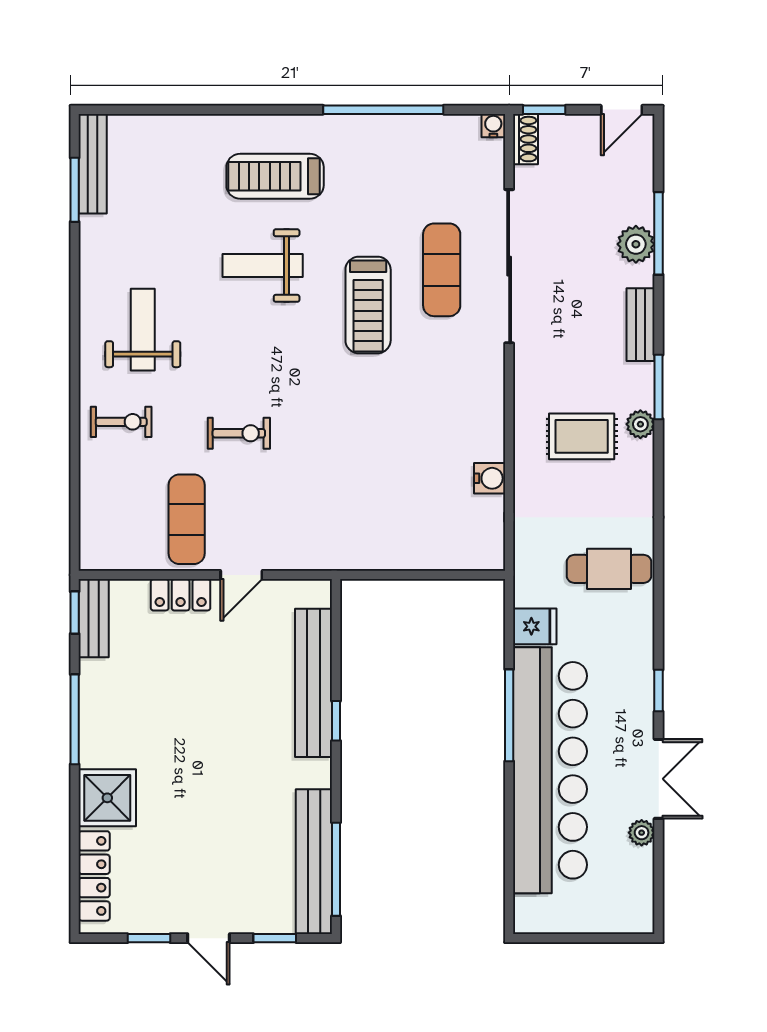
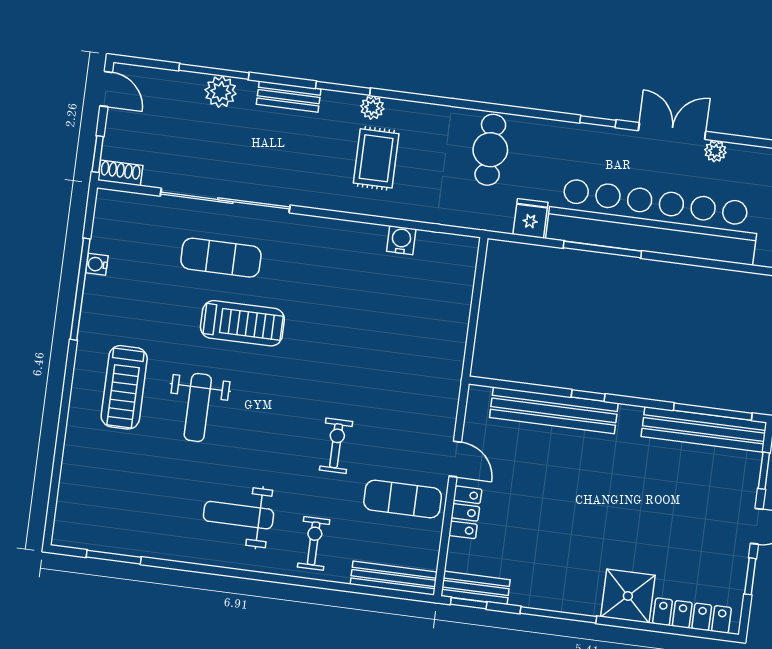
water cooler: (493, 126) -> (97, 264), moved
bench: (93, 164) -> (394, 578), moved

